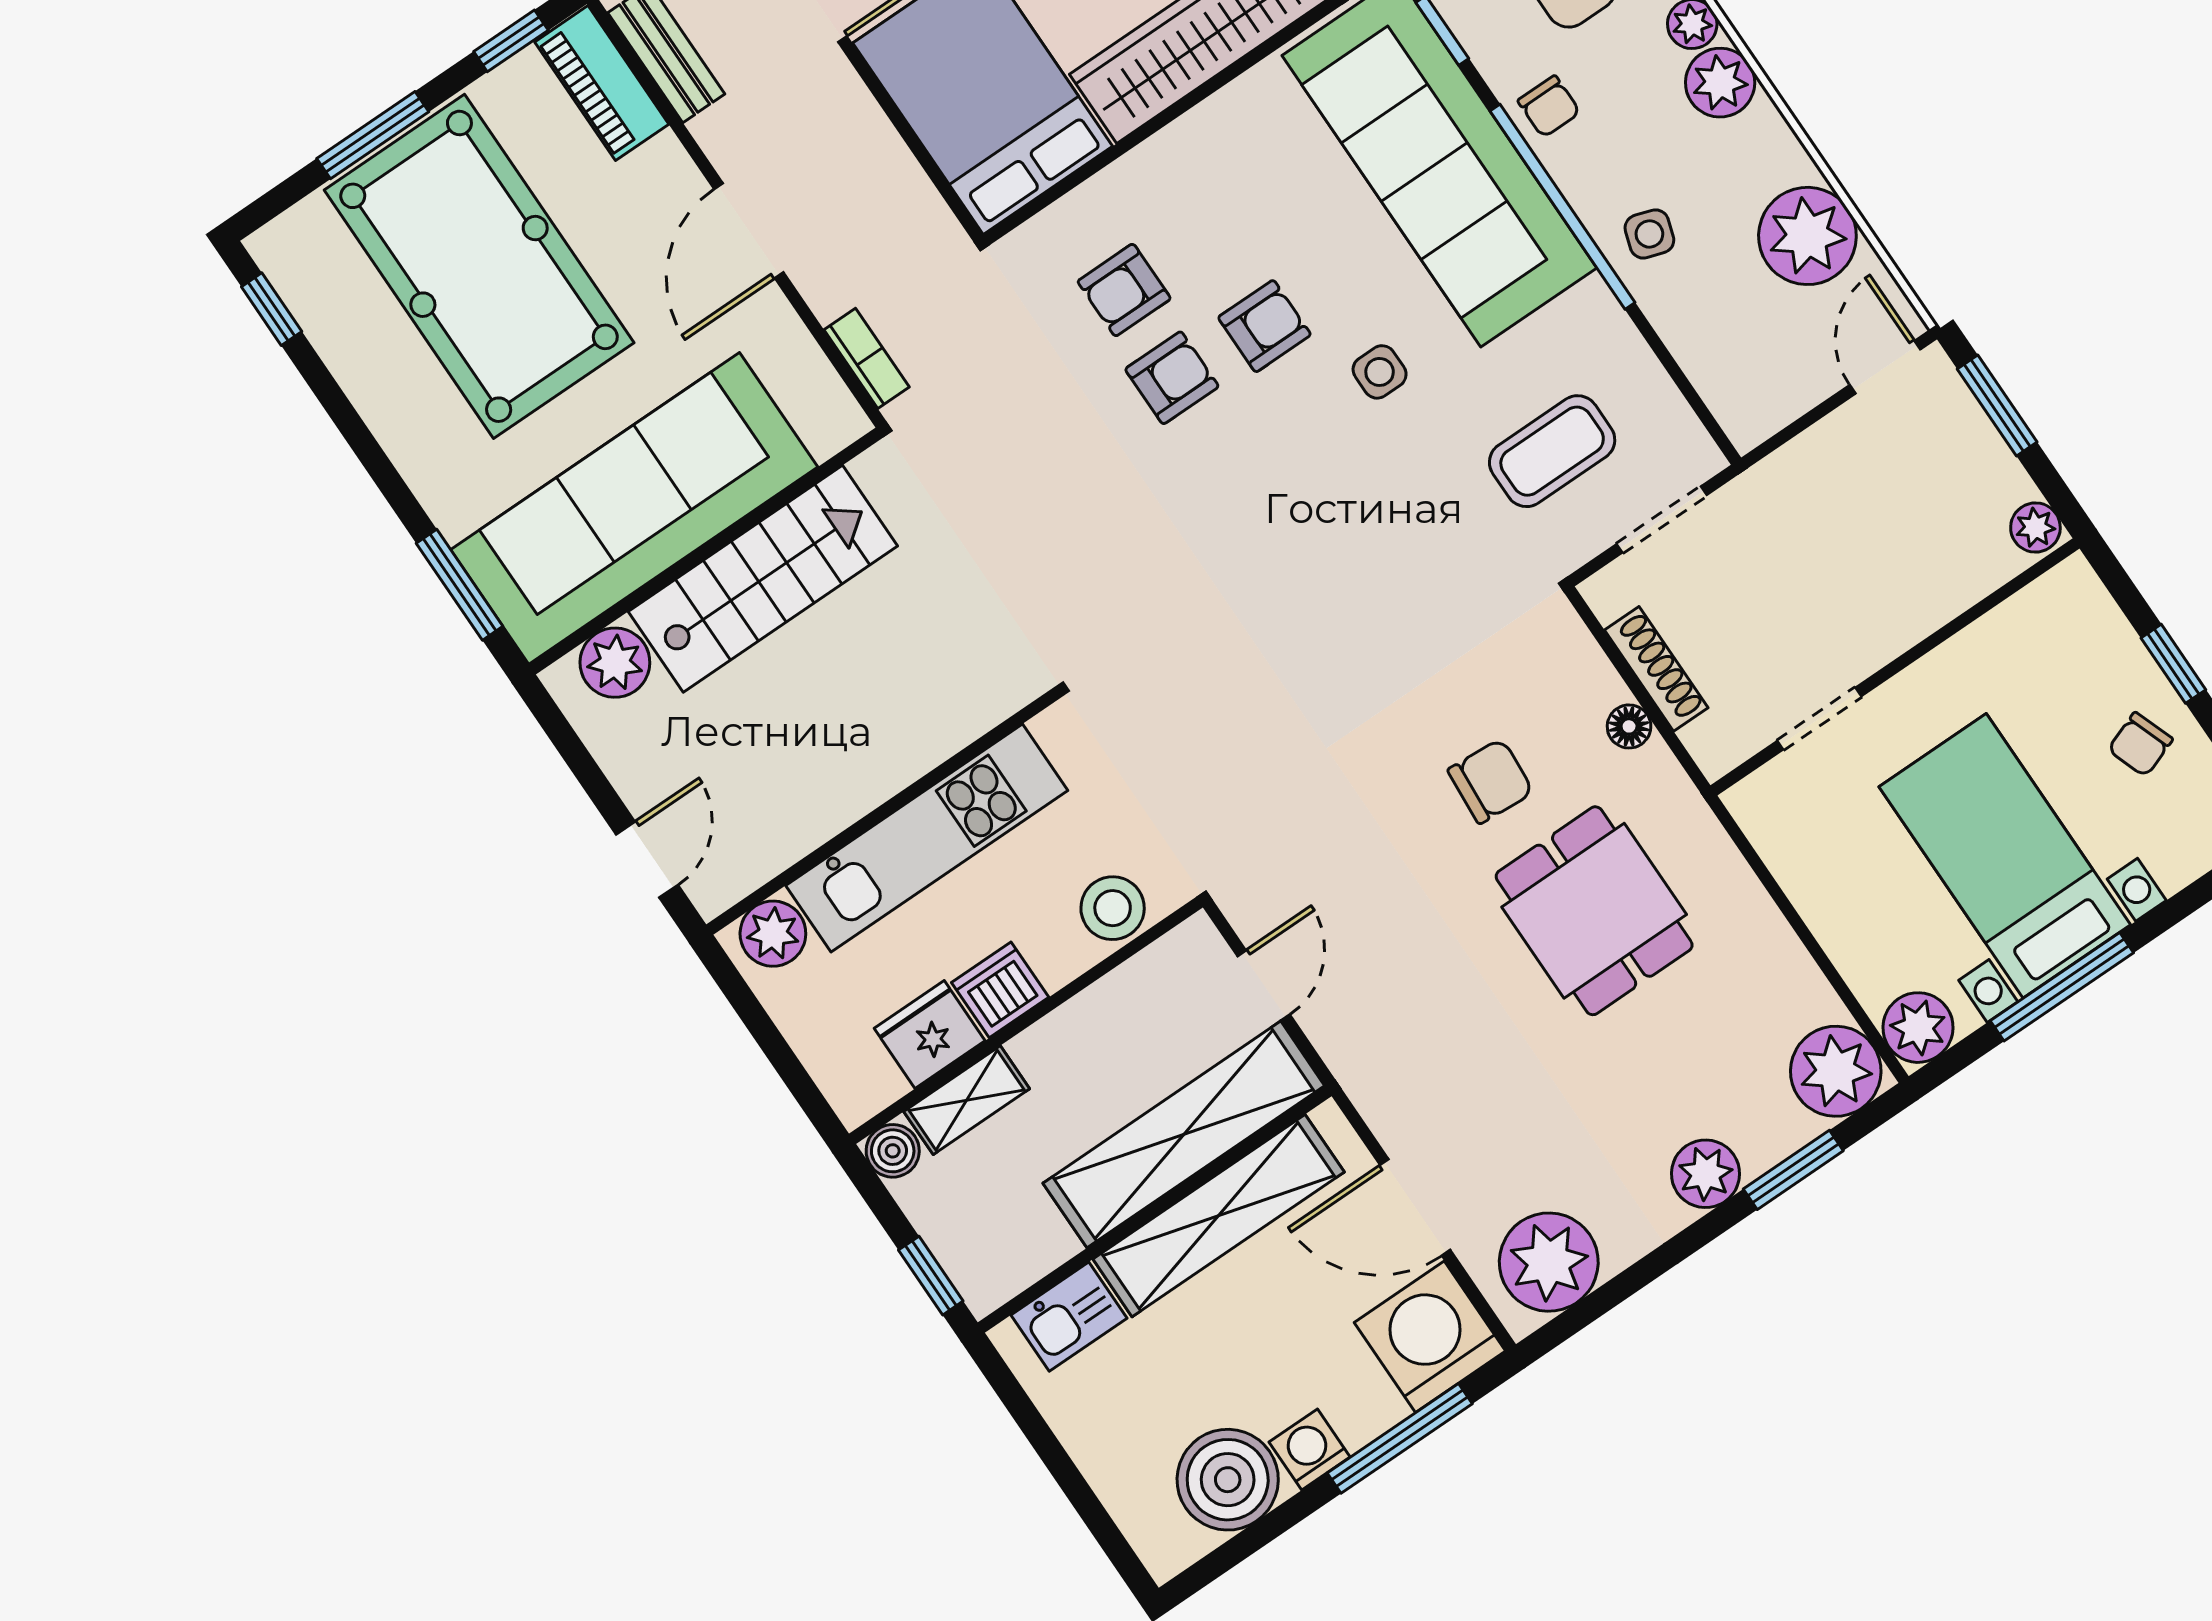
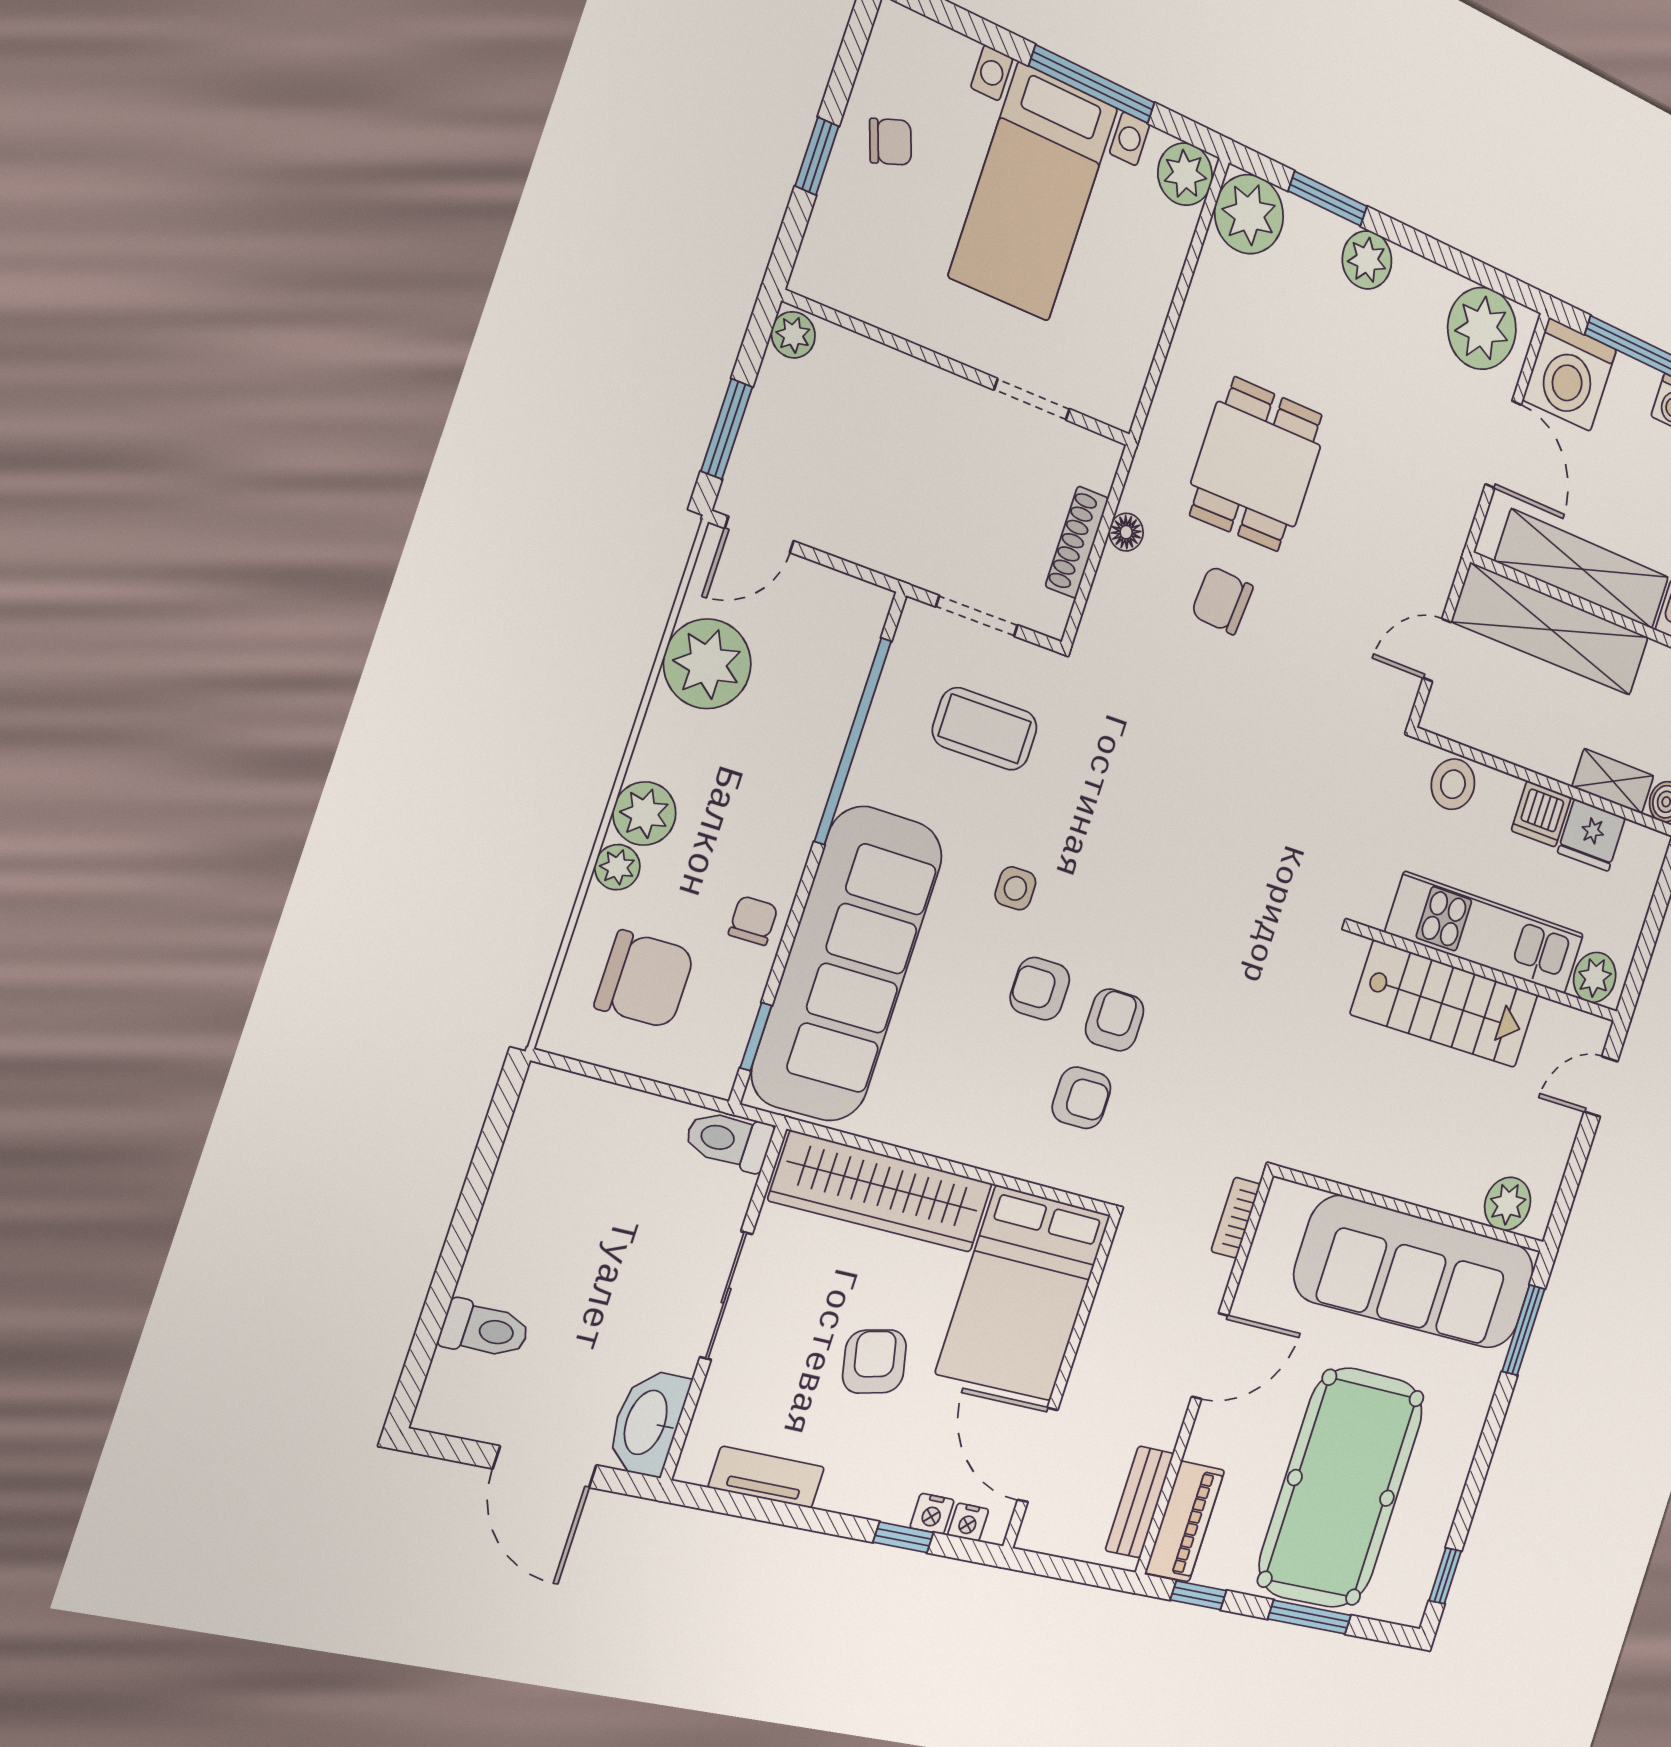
window: (1562, 207) -> (853, 741), moved
side table: (1649, 234) -> (790, 779), removed
armchair: (1172, 378) -> (1115, 1020), turned 90
stairs: (763, 579) -> (1445, 1004), moved, turned 180

